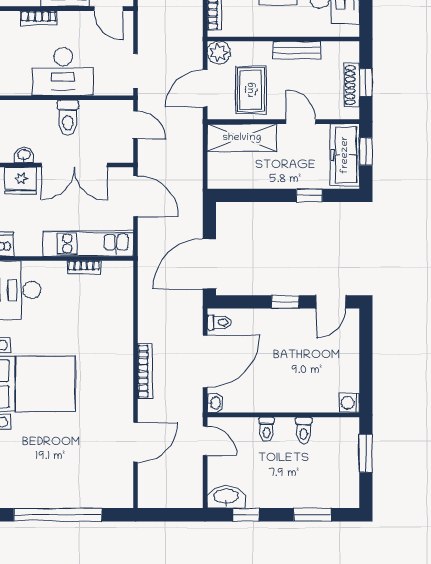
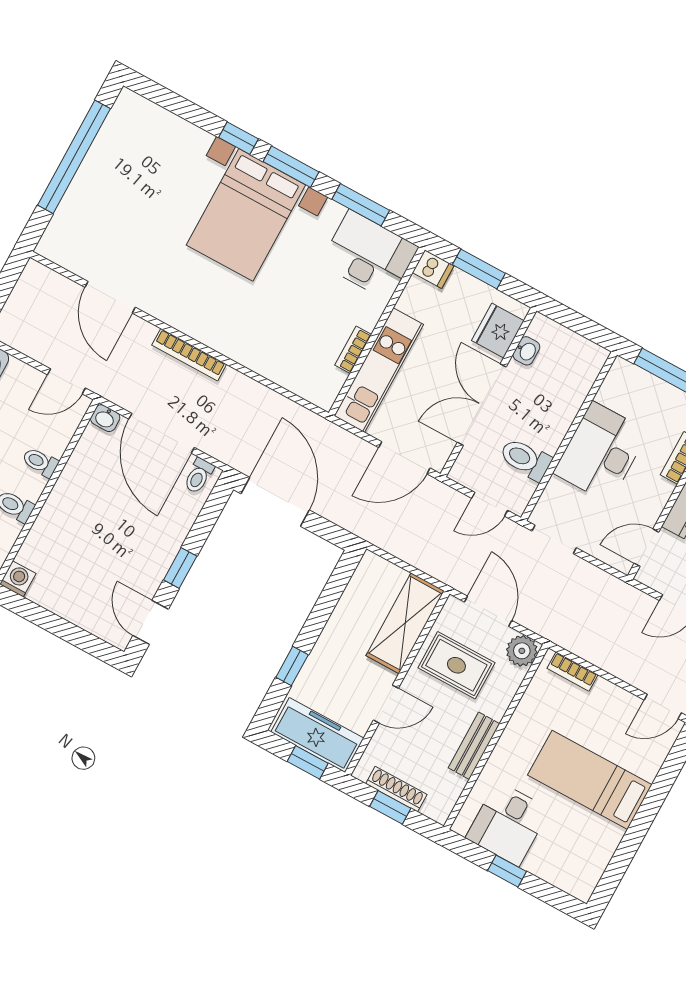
toilet: (68, 118) -> (526, 459), moved

